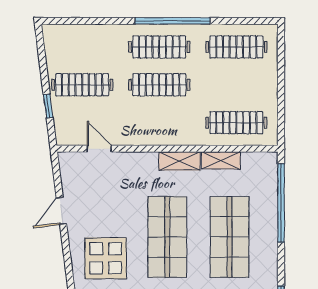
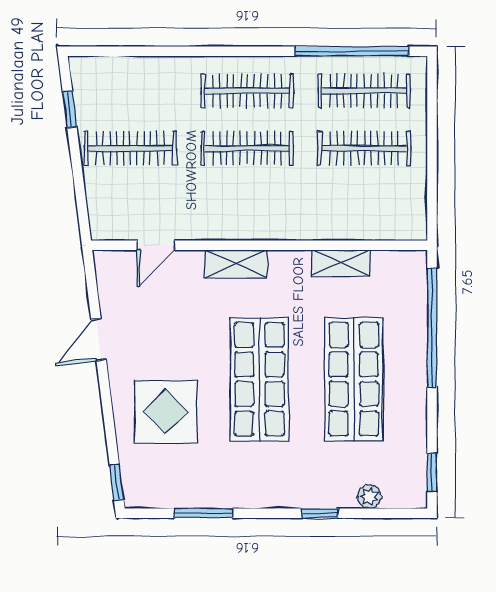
window: (173, 21) -> (352, 51), moved
window: (48, 106) -> (70, 109), moved
clothes rail: (236, 123) -> (364, 148), moved
door: (99, 149) -> (156, 245), swing flipped
shelving: (179, 161) -> (236, 264), moved

